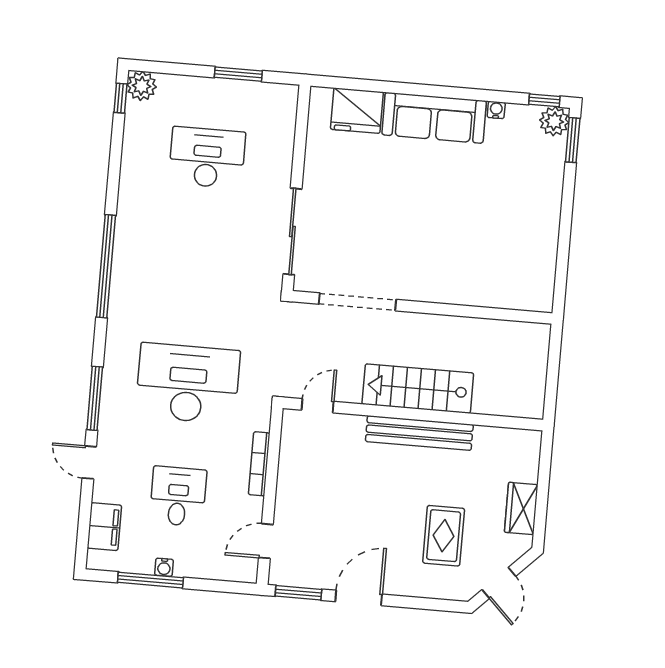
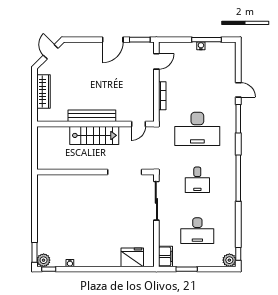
sofa: (434, 118) -> (97, 257), removed
desk: (178, 496) -> (197, 180), moved
wardrobe: (521, 508) -> (43, 91), width x1.50
filing cabinet: (104, 527) -> (166, 256), moved, turned 180
rug: (444, 536) -> (77, 71), removed

